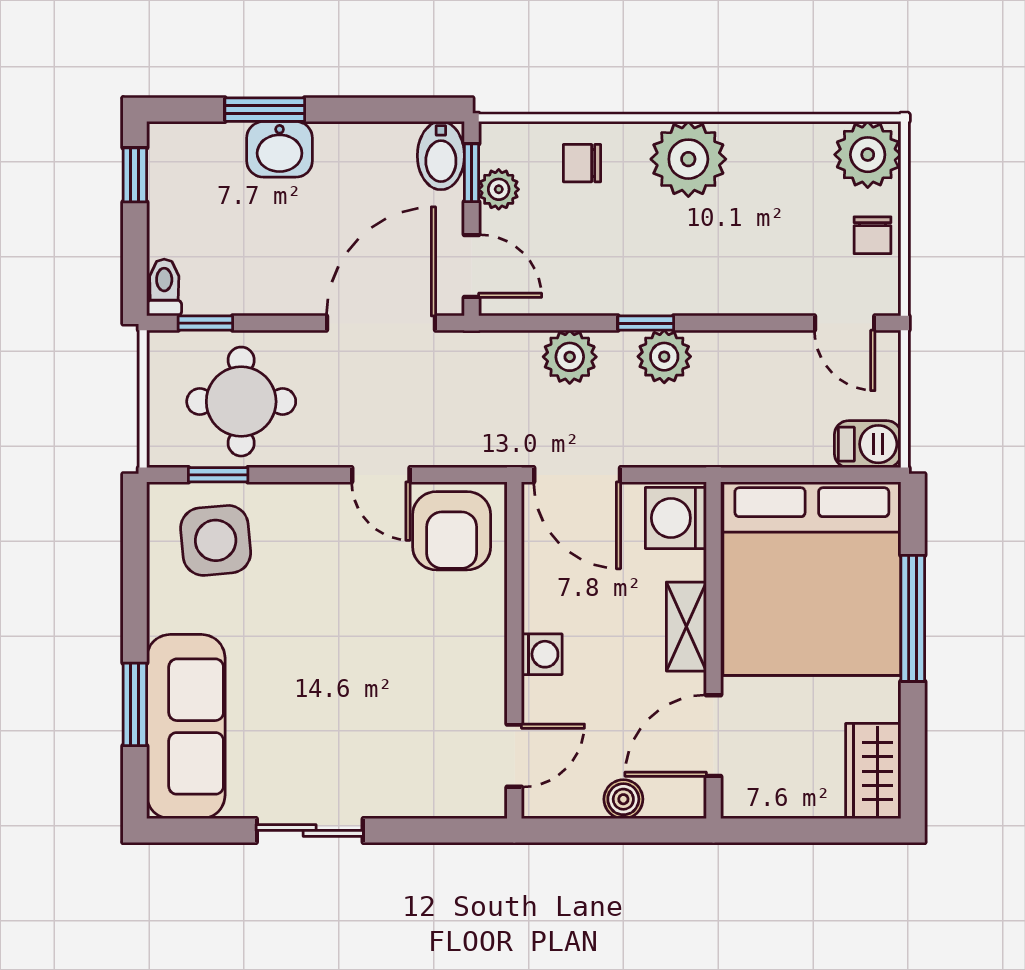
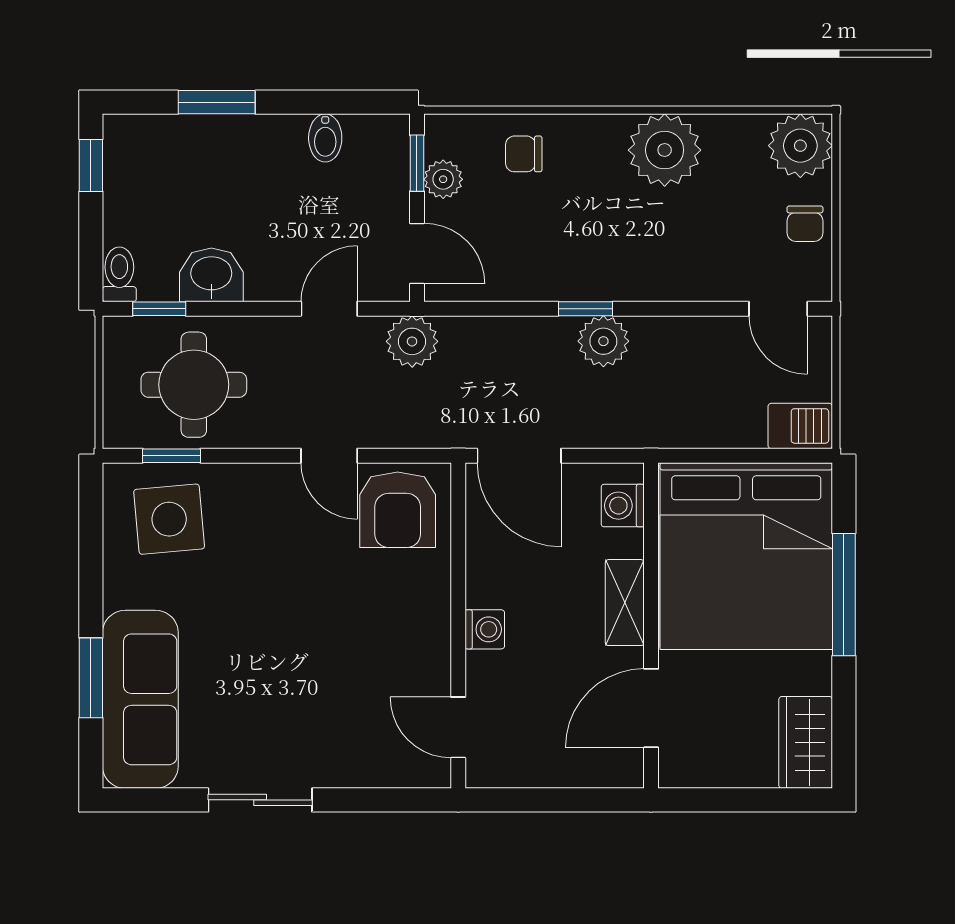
washbasin: (280, 149) -> (211, 275), moved, turned 180
bidet: (441, 156) -> (325, 138), moved, width x0.72, depth x0.74
plant: (688, 159) -> (665, 150), moved
door: (381, 323) -> (329, 309), width x0.53
plant: (570, 357) -> (412, 341), moved
washing machine: (676, 518) -> (623, 506), width x0.73, depth x0.73
door: (514, 756) -> (458, 727), swing flipped
boiler: (623, 799) -> (564, 770), removed

